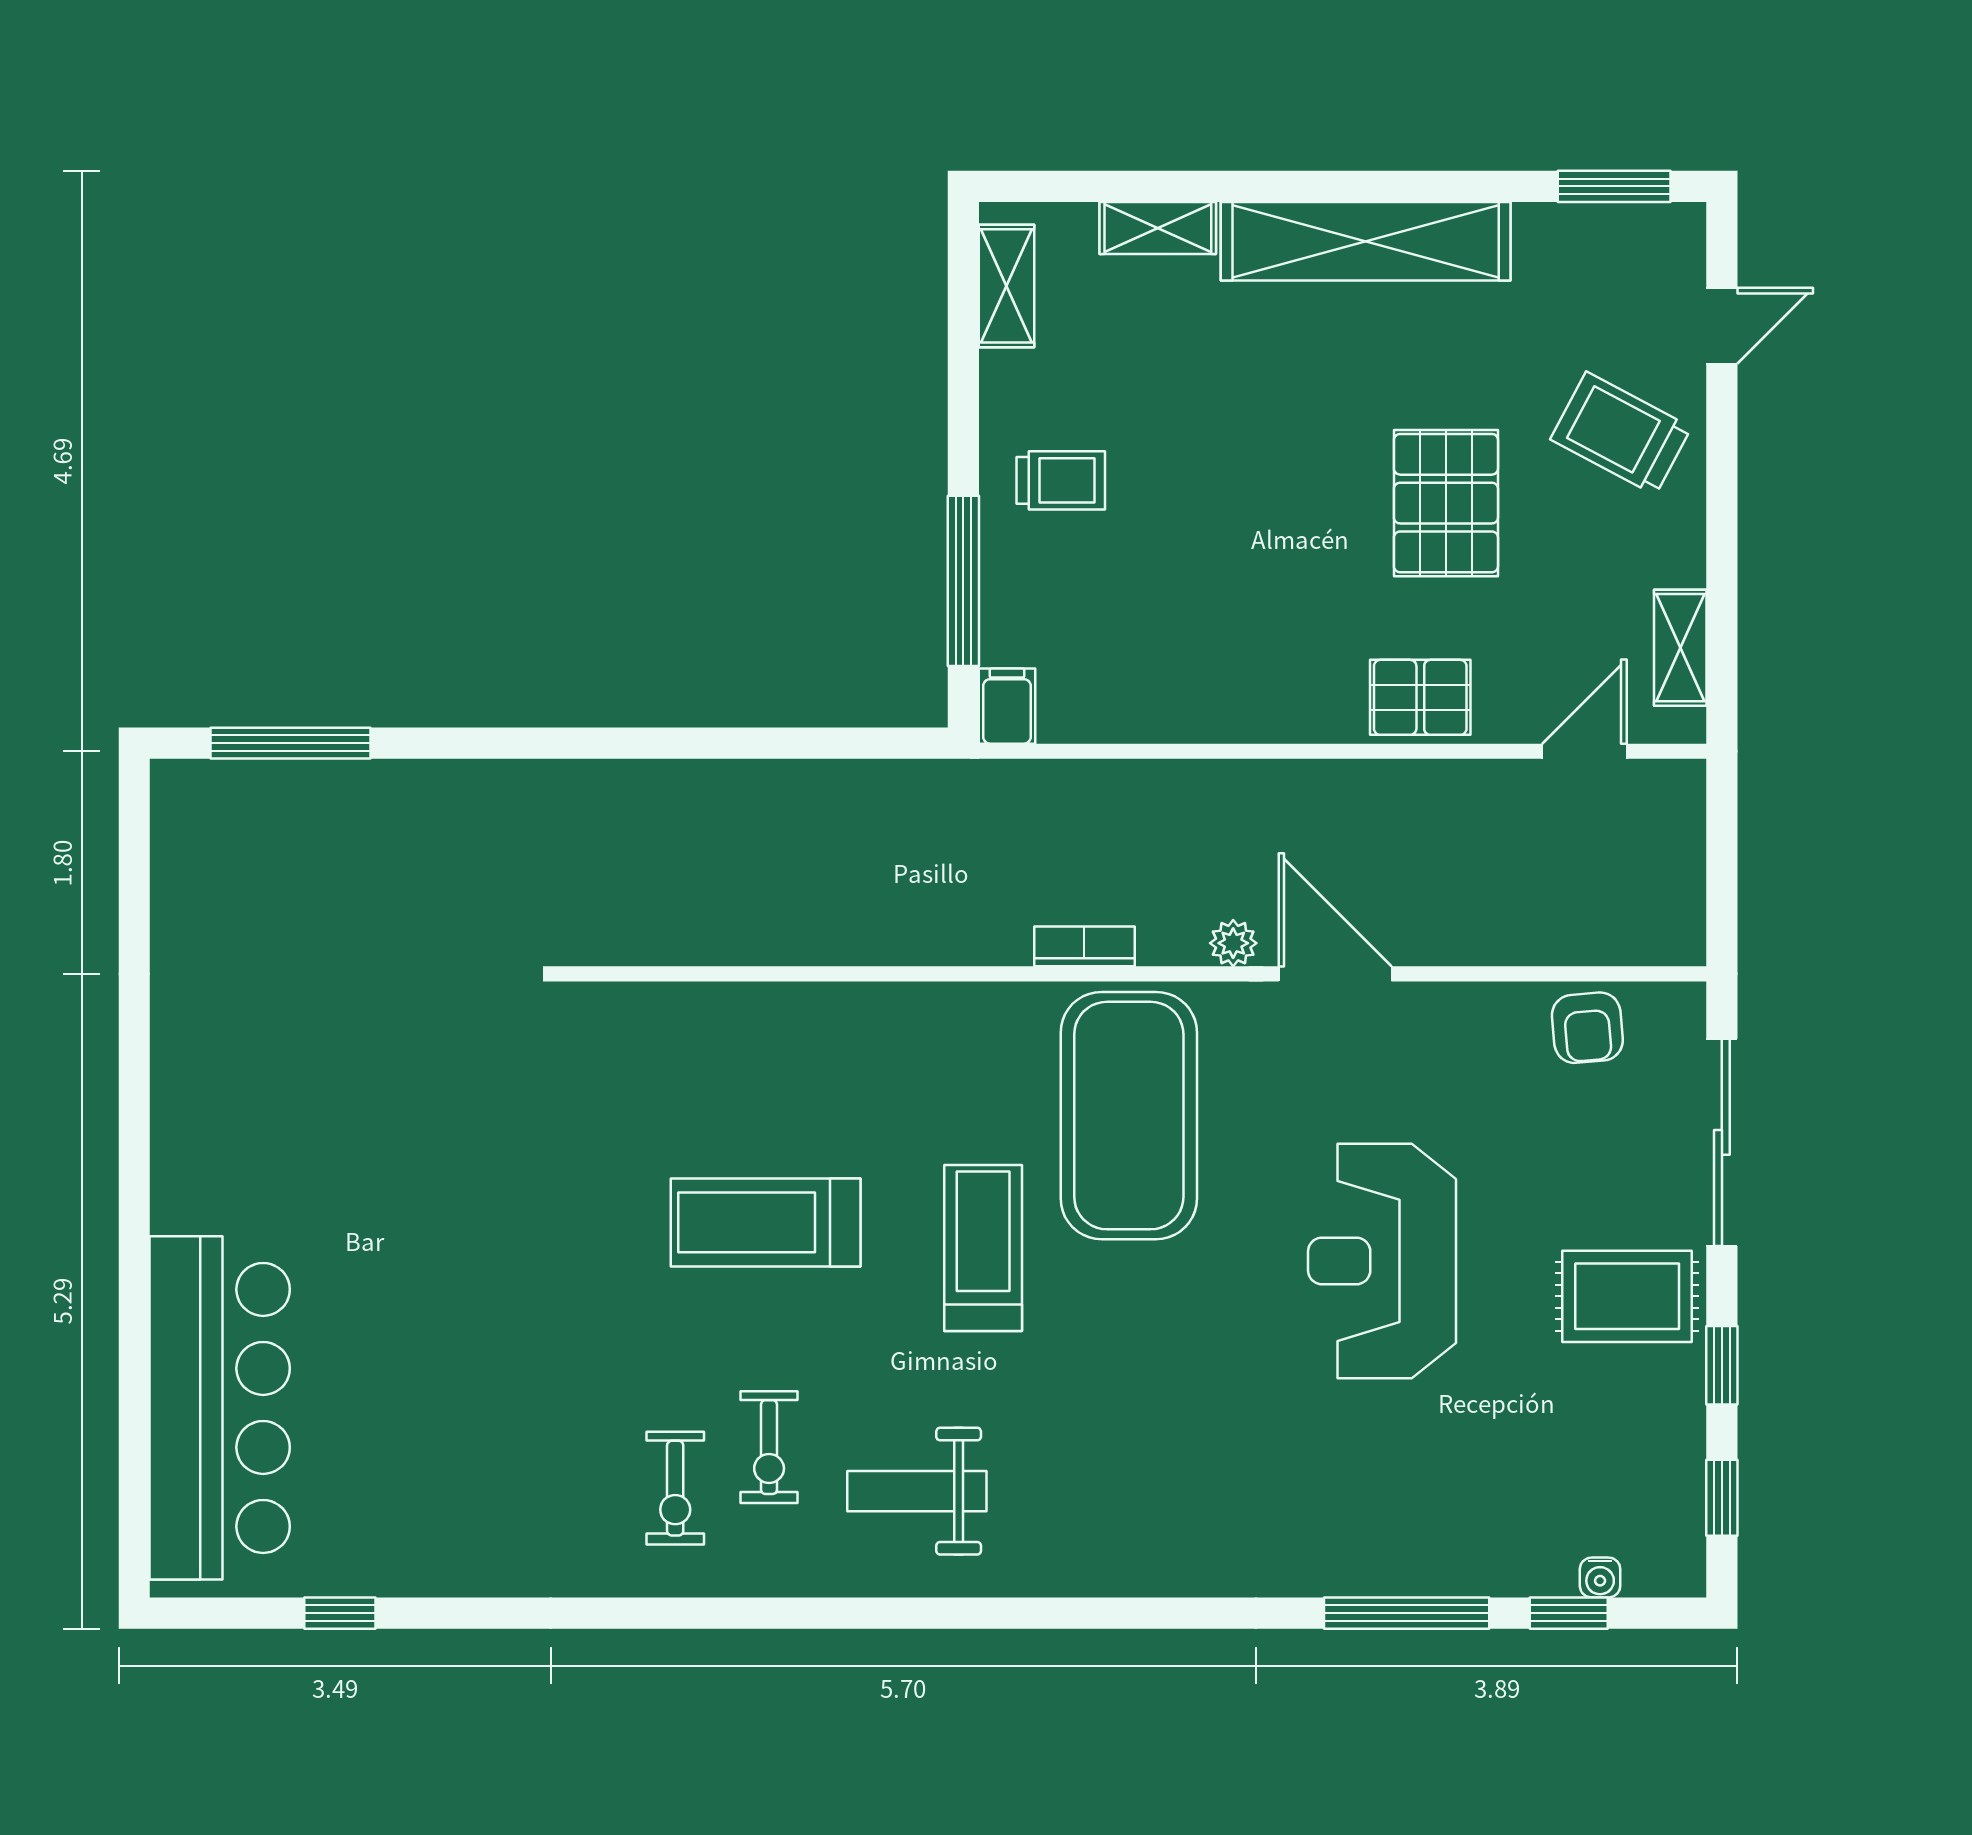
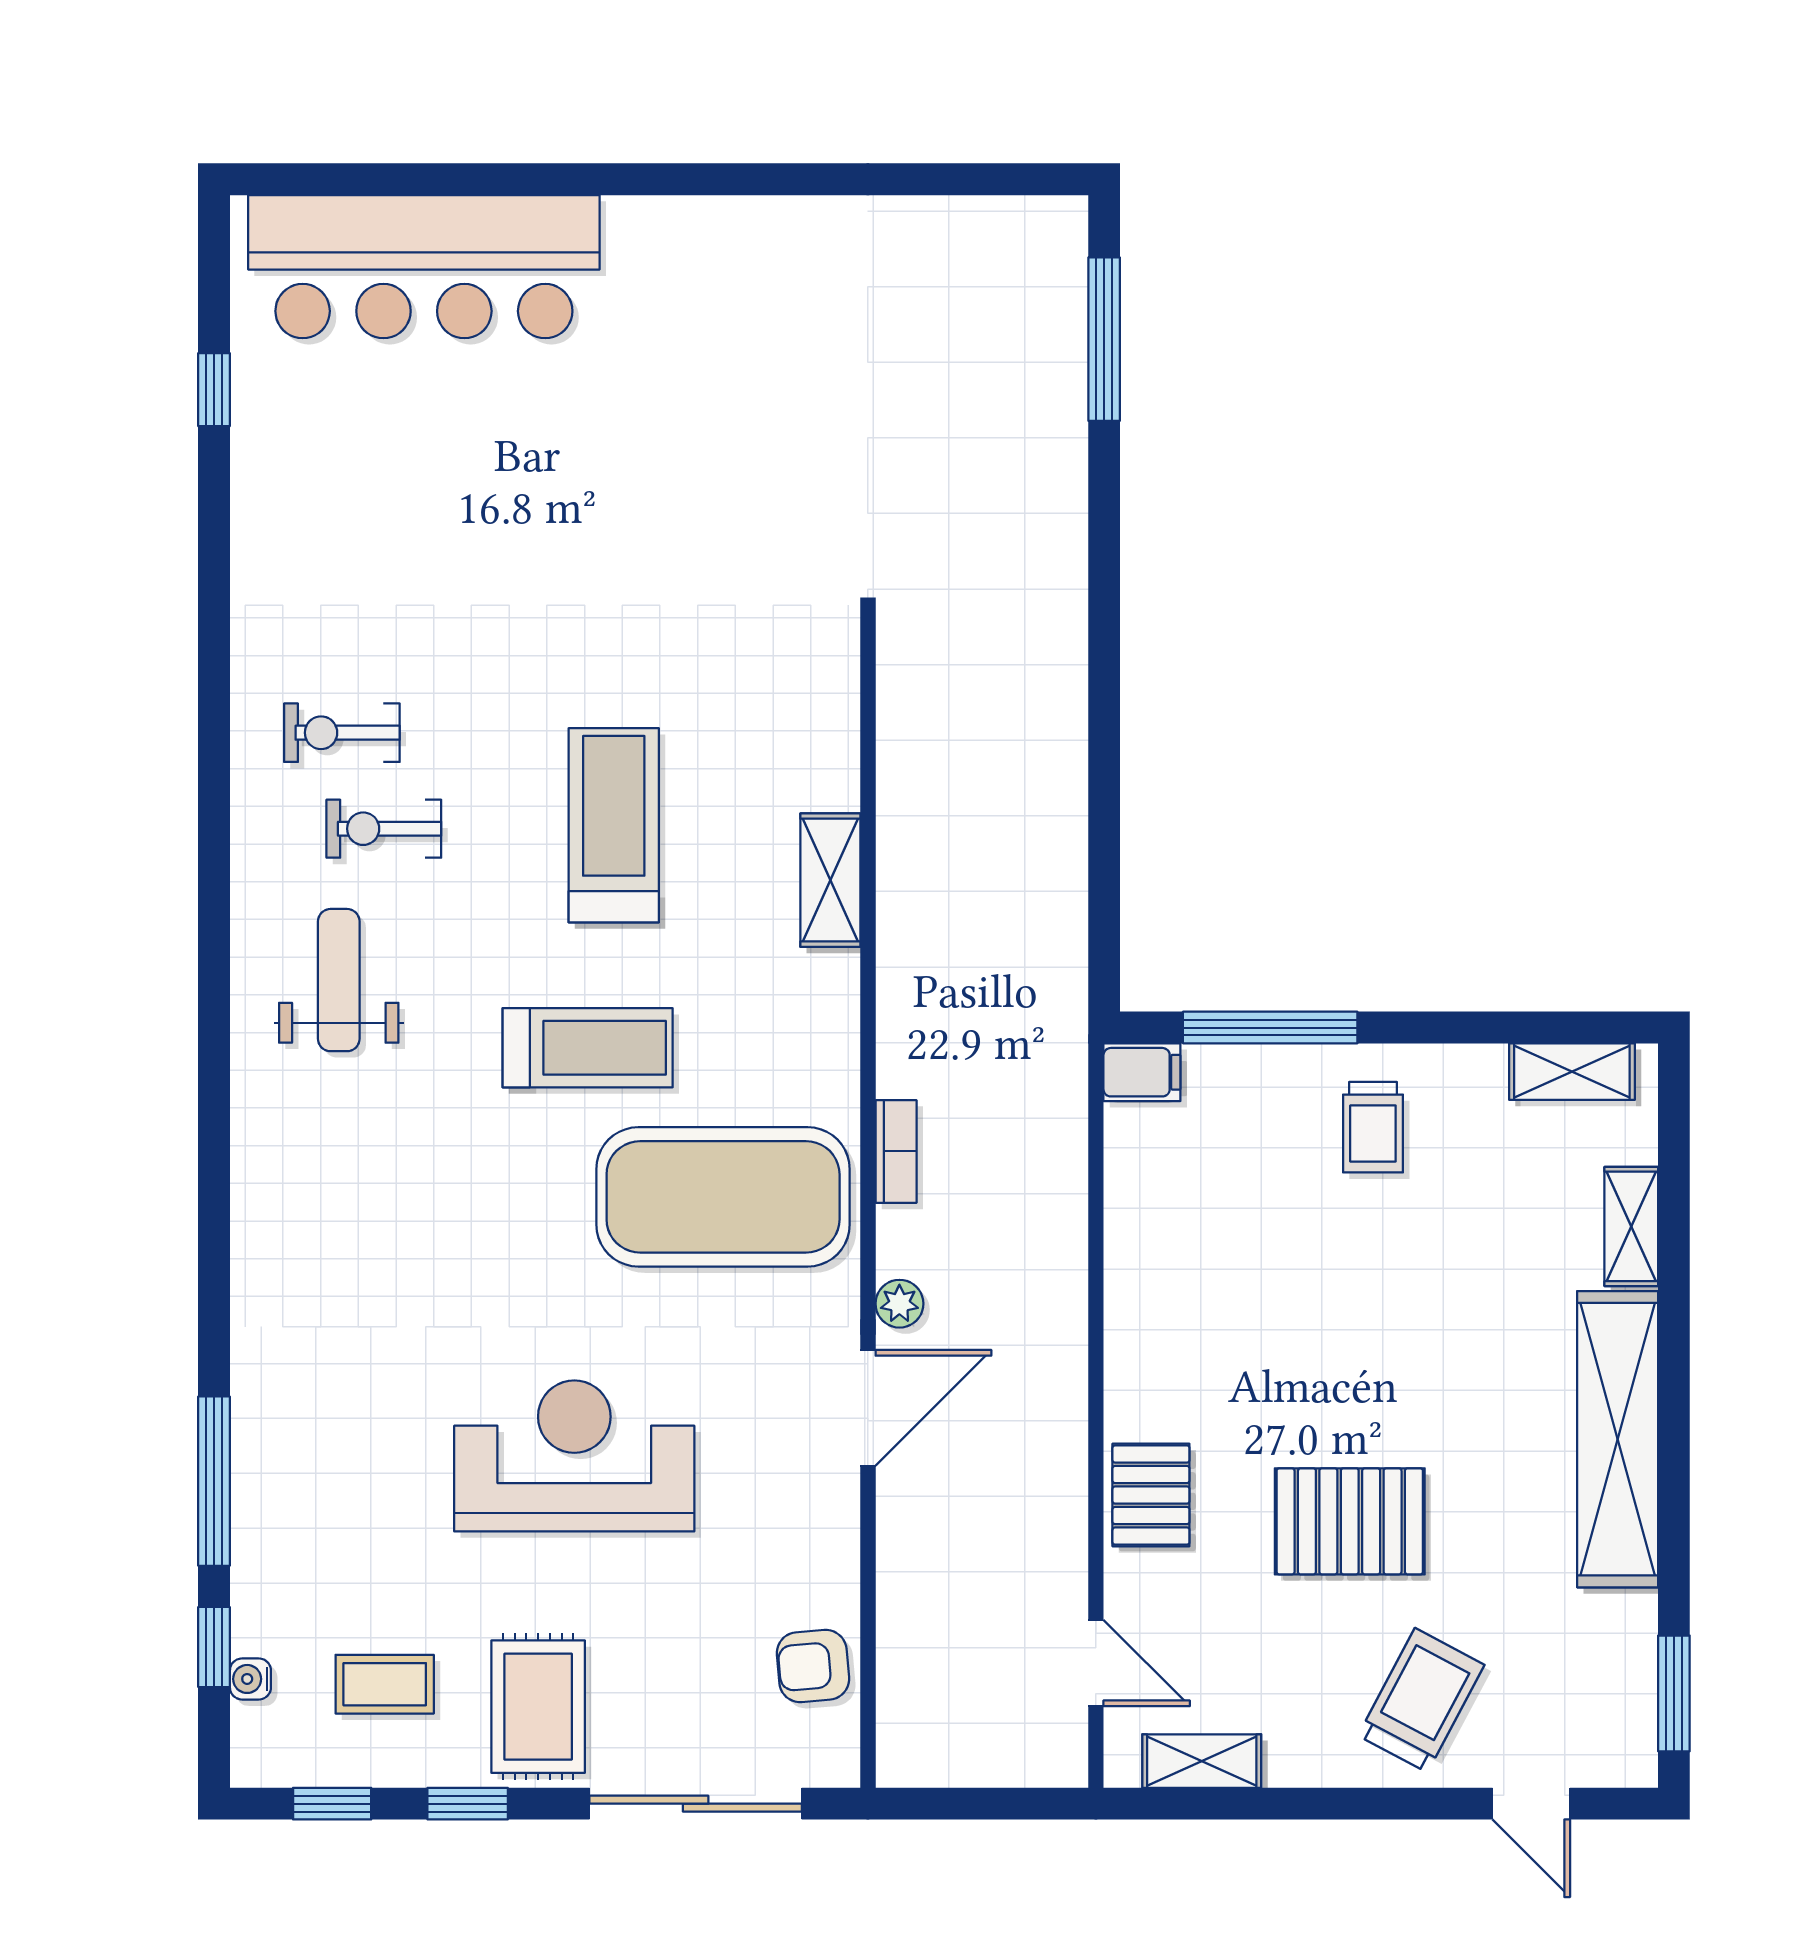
shelving: (819, 1011) -> (830, 880), added
coffee table: (1605, 1446) -> (385, 1684), added

